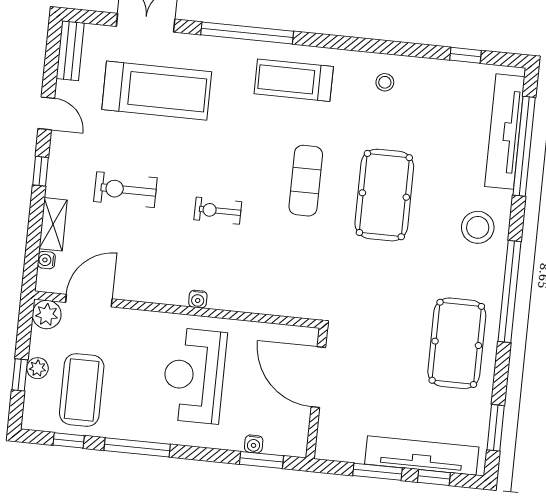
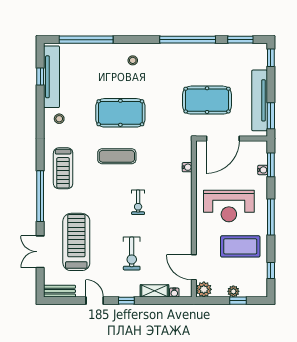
door: (46, 113) -> (95, 301), hinge flipped
tv unit: (505, 132) -> (51, 77), moved, turned -90
stool: (478, 227) -> (133, 60), width x0.53, depth x0.53
window: (509, 291) -> (188, 40), moved
water cooler: (198, 299) -> (187, 167), moved
pool table: (457, 343) -> (207, 100), moved
coffee table: (82, 390) -> (240, 246), moved
window: (137, 447) -> (271, 217), moved
tv unit: (422, 456) -> (260, 100), moved
window: (377, 472) -> (271, 116), moved
window: (434, 477) -> (271, 58), moved

